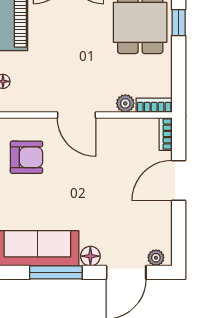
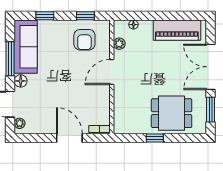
window: (179, 23) -> (155, 138), moved
plant: (125, 103) -> (119, 44), moved
bookcase: (154, 105) -> (118, 122), removed

